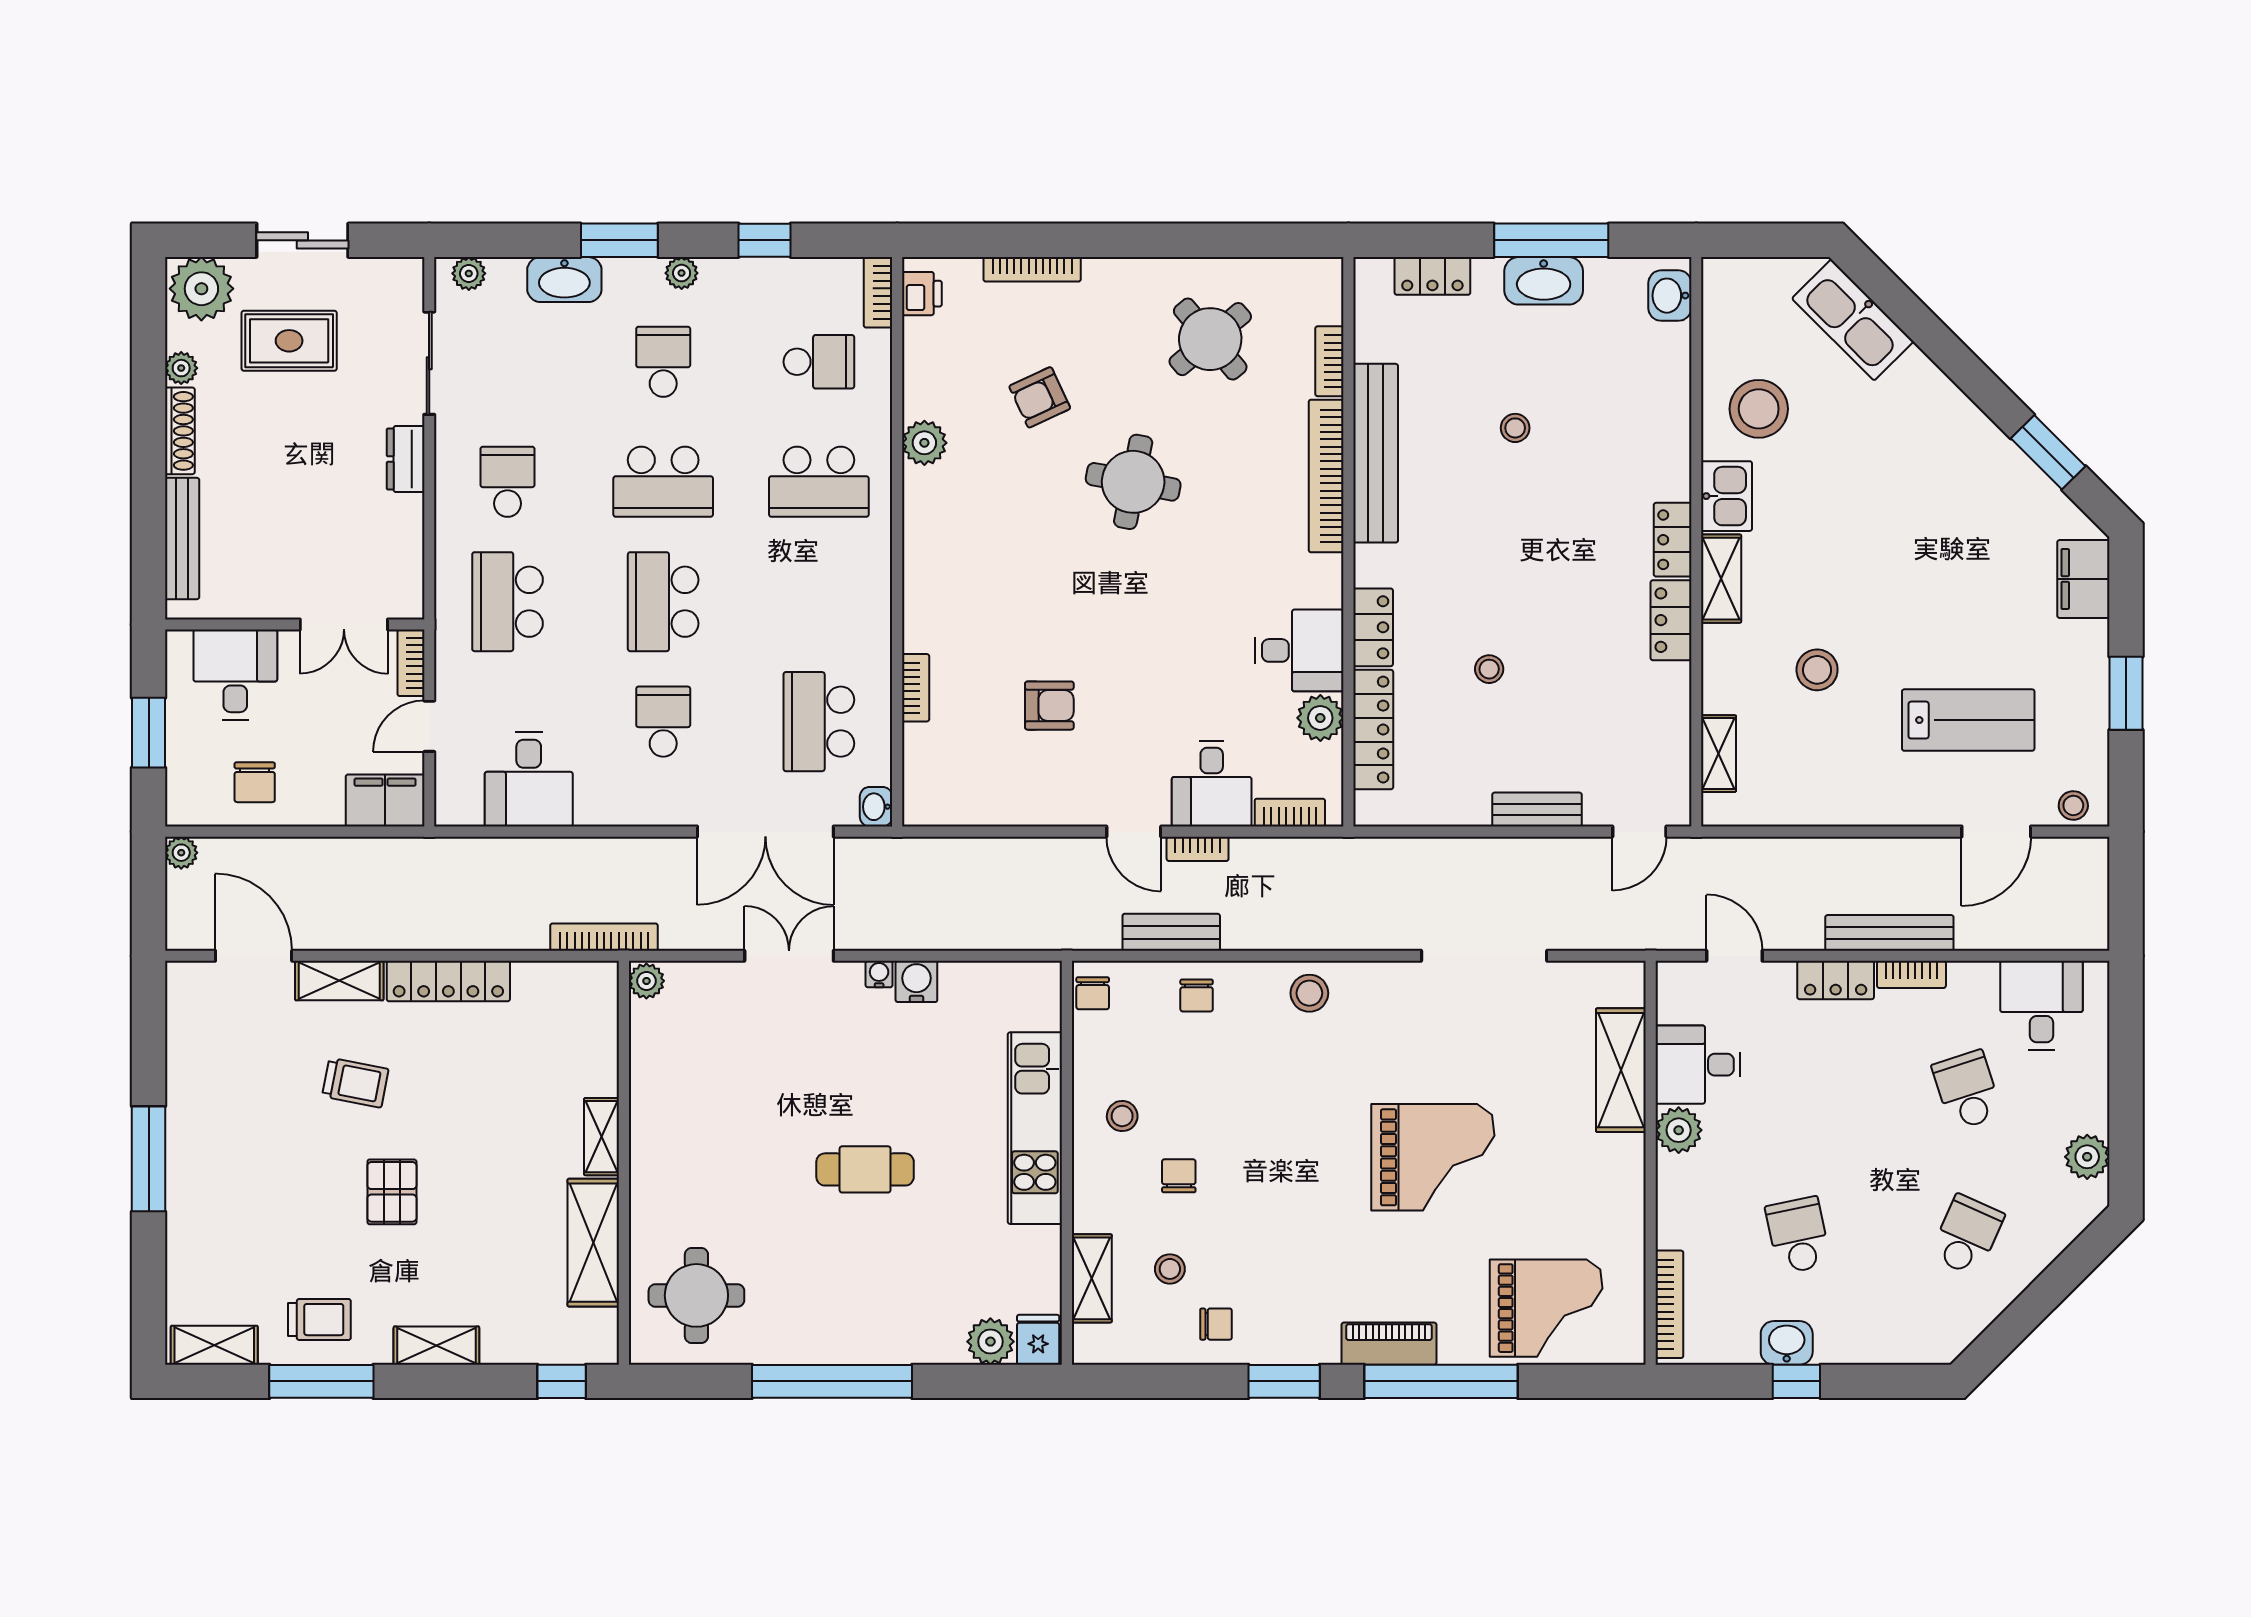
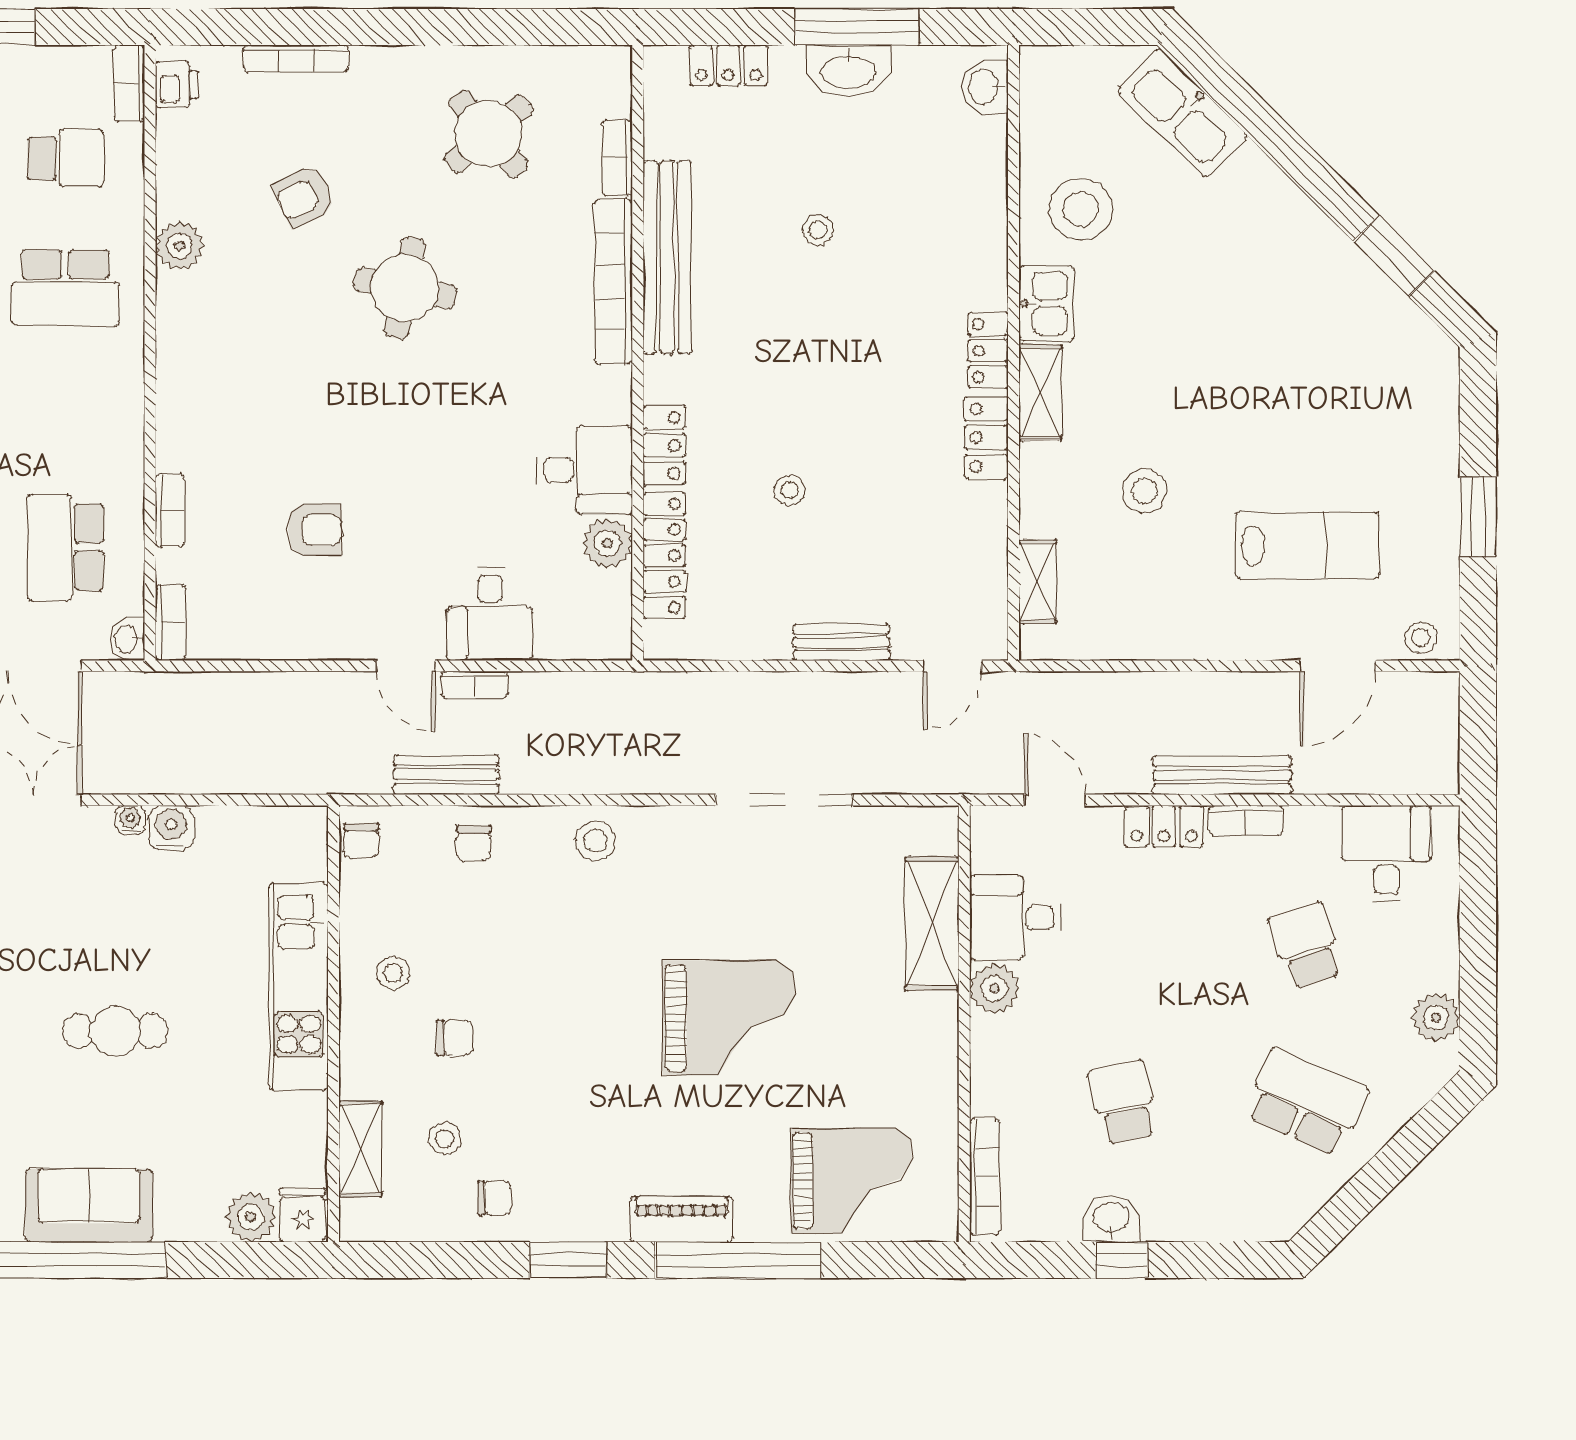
filing cabinet: (2083, 579) -> (1432, 393), removed
bookcase: (1290, 813) -> (170, 623), moved, turned 90
chair: (1179, 1176) -> (454, 1038), turned 90
school desk: (1967, 1235) -> (1306, 1102), width x1.85
sofa: (840, 1331) -> (89, 1206), added

